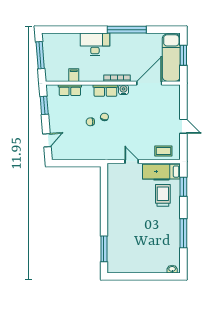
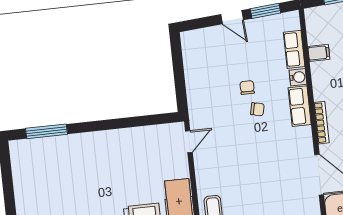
water cooler: (123, 90) -> (298, 77), moved
door: (47, 140) -> (232, 17), moved
door: (132, 161) -> (189, 142), moved

